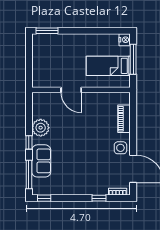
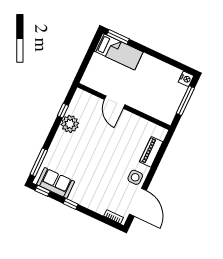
bed: (108, 66) -> (119, 52), moved, turned 180
window: (29, 142) -> (63, 111), moved
sofa: (41, 161) -> (56, 183), moved, turned -90
window: (99, 198) -> (71, 204), moved

